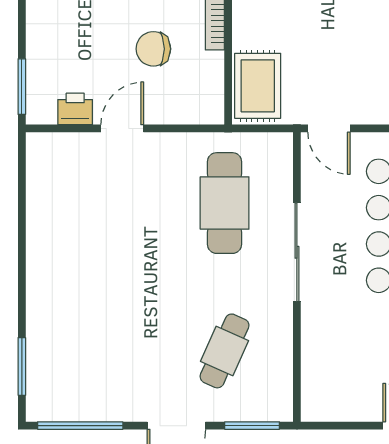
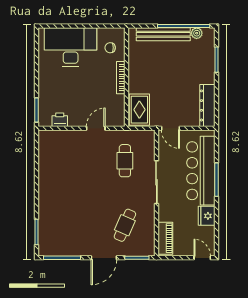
chair: (153, 49) -> (94, 93), removed
door: (122, 128) -> (96, 128), moved
cafe table: (225, 203) -> (125, 161), width x0.73, depth x0.74
piano: (317, 381) -> (165, 238), added

